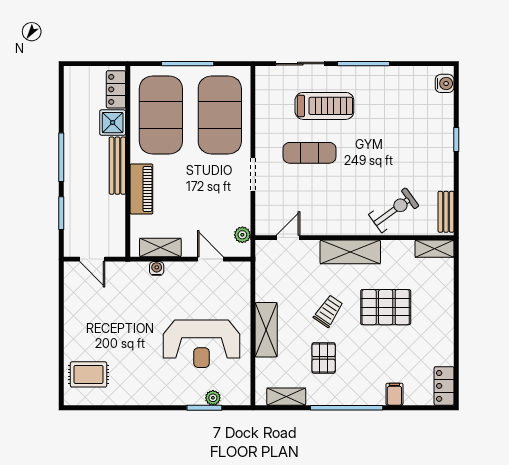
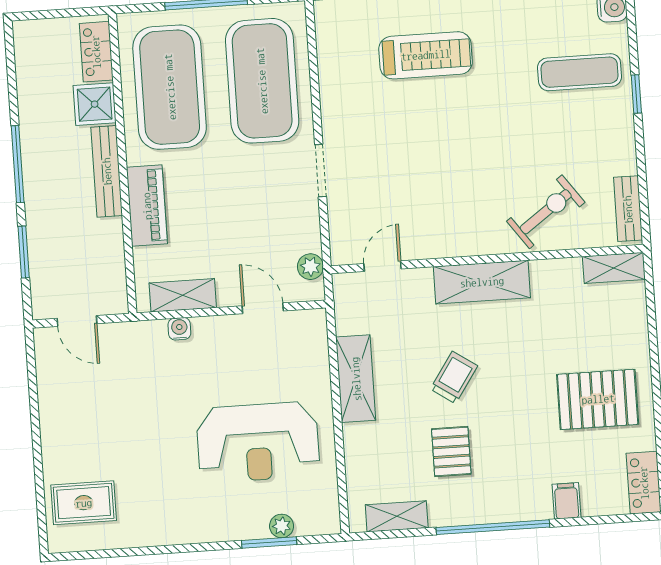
exercise mat: (310, 153) -> (580, 72), moved
pallet: (386, 307) -> (598, 399), moved
shelving: (266, 330) -> (356, 379), moved

